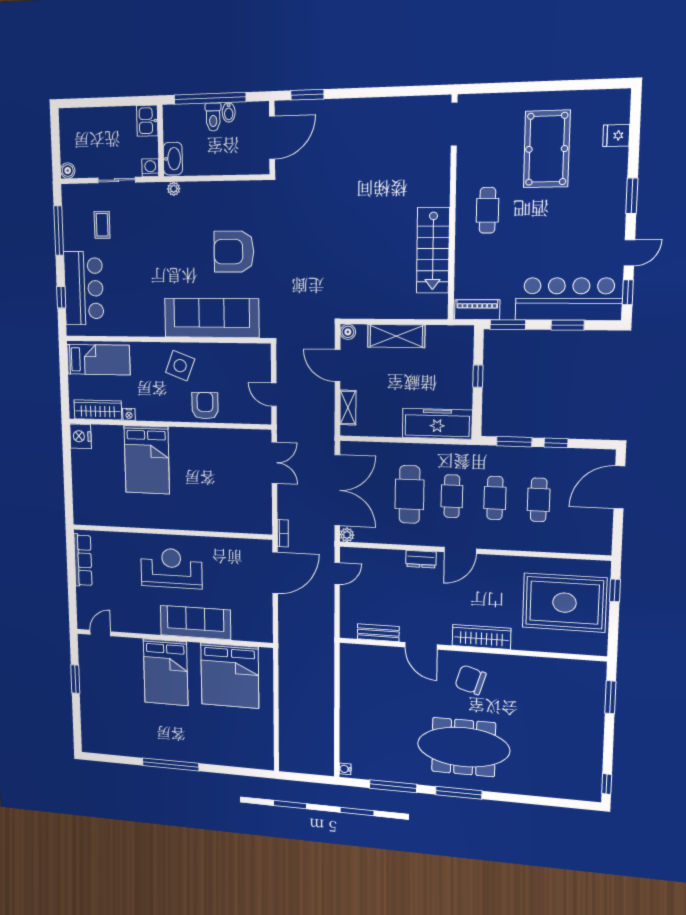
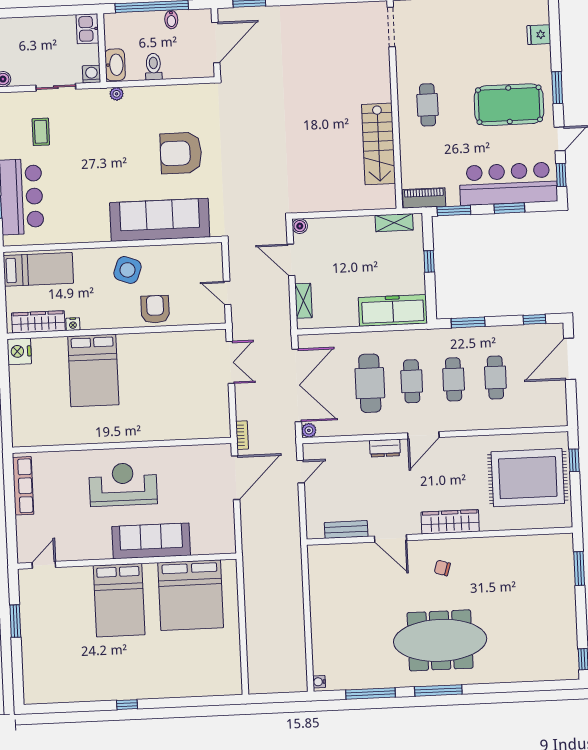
toilet: (213, 117) -> (153, 67), moved, turned 180
pool table: (547, 149) -> (509, 105), moved, turned 90
shelving: (396, 336) -> (394, 223), moved, width x0.67, depth x0.75
window: (556, 443) -> (534, 319), moved
chair: (470, 680) -> (442, 568), width x0.54, depth x0.54
window: (171, 764) -> (127, 705), width x0.32

